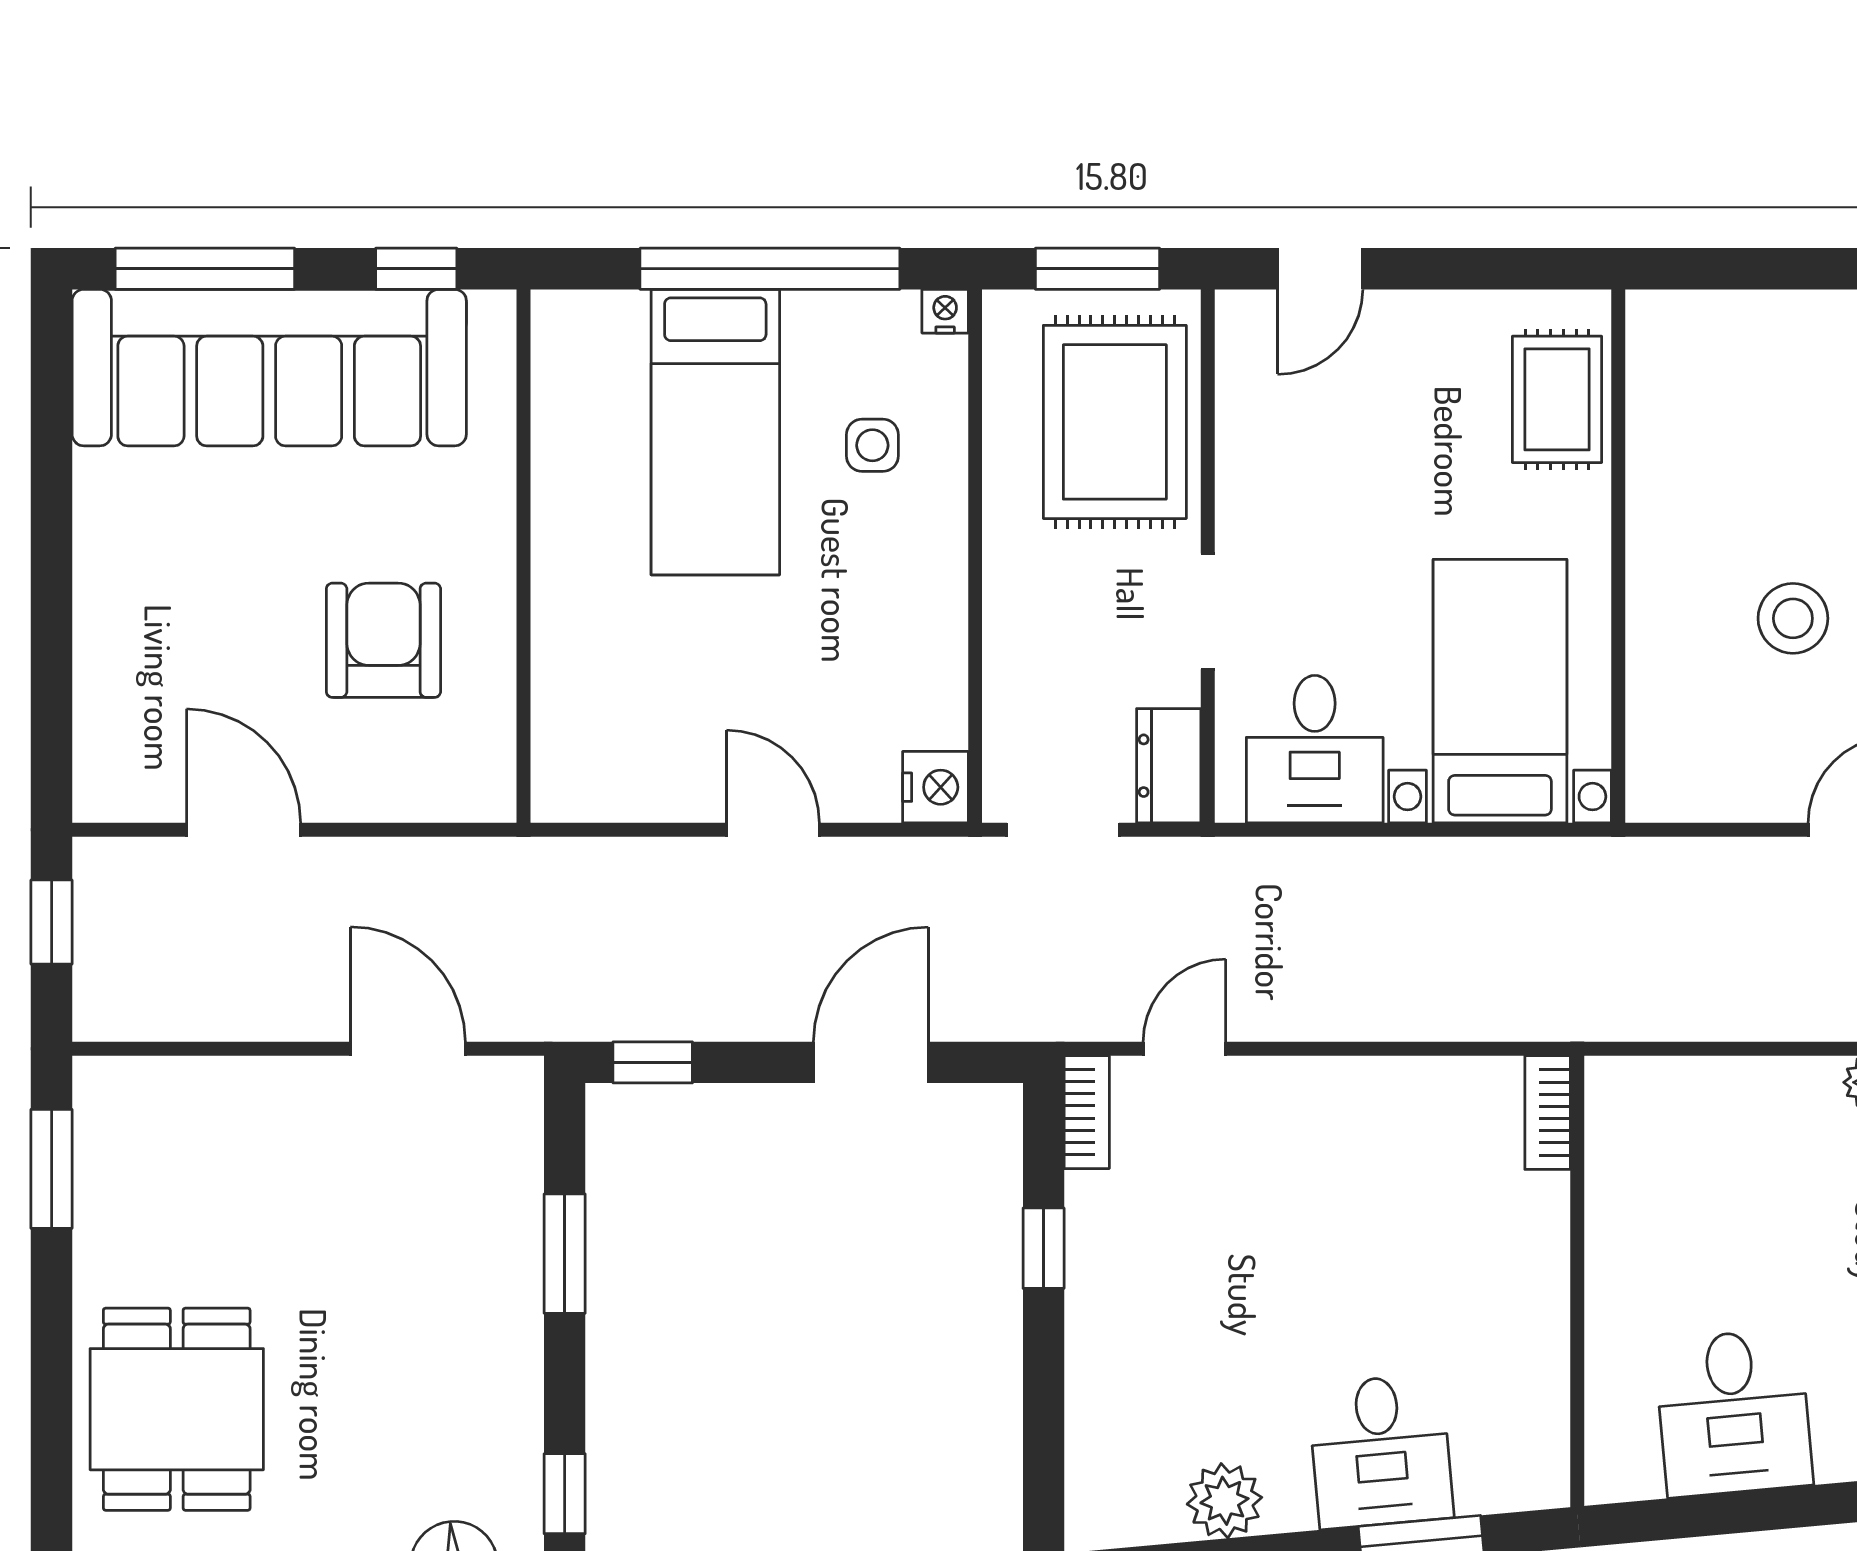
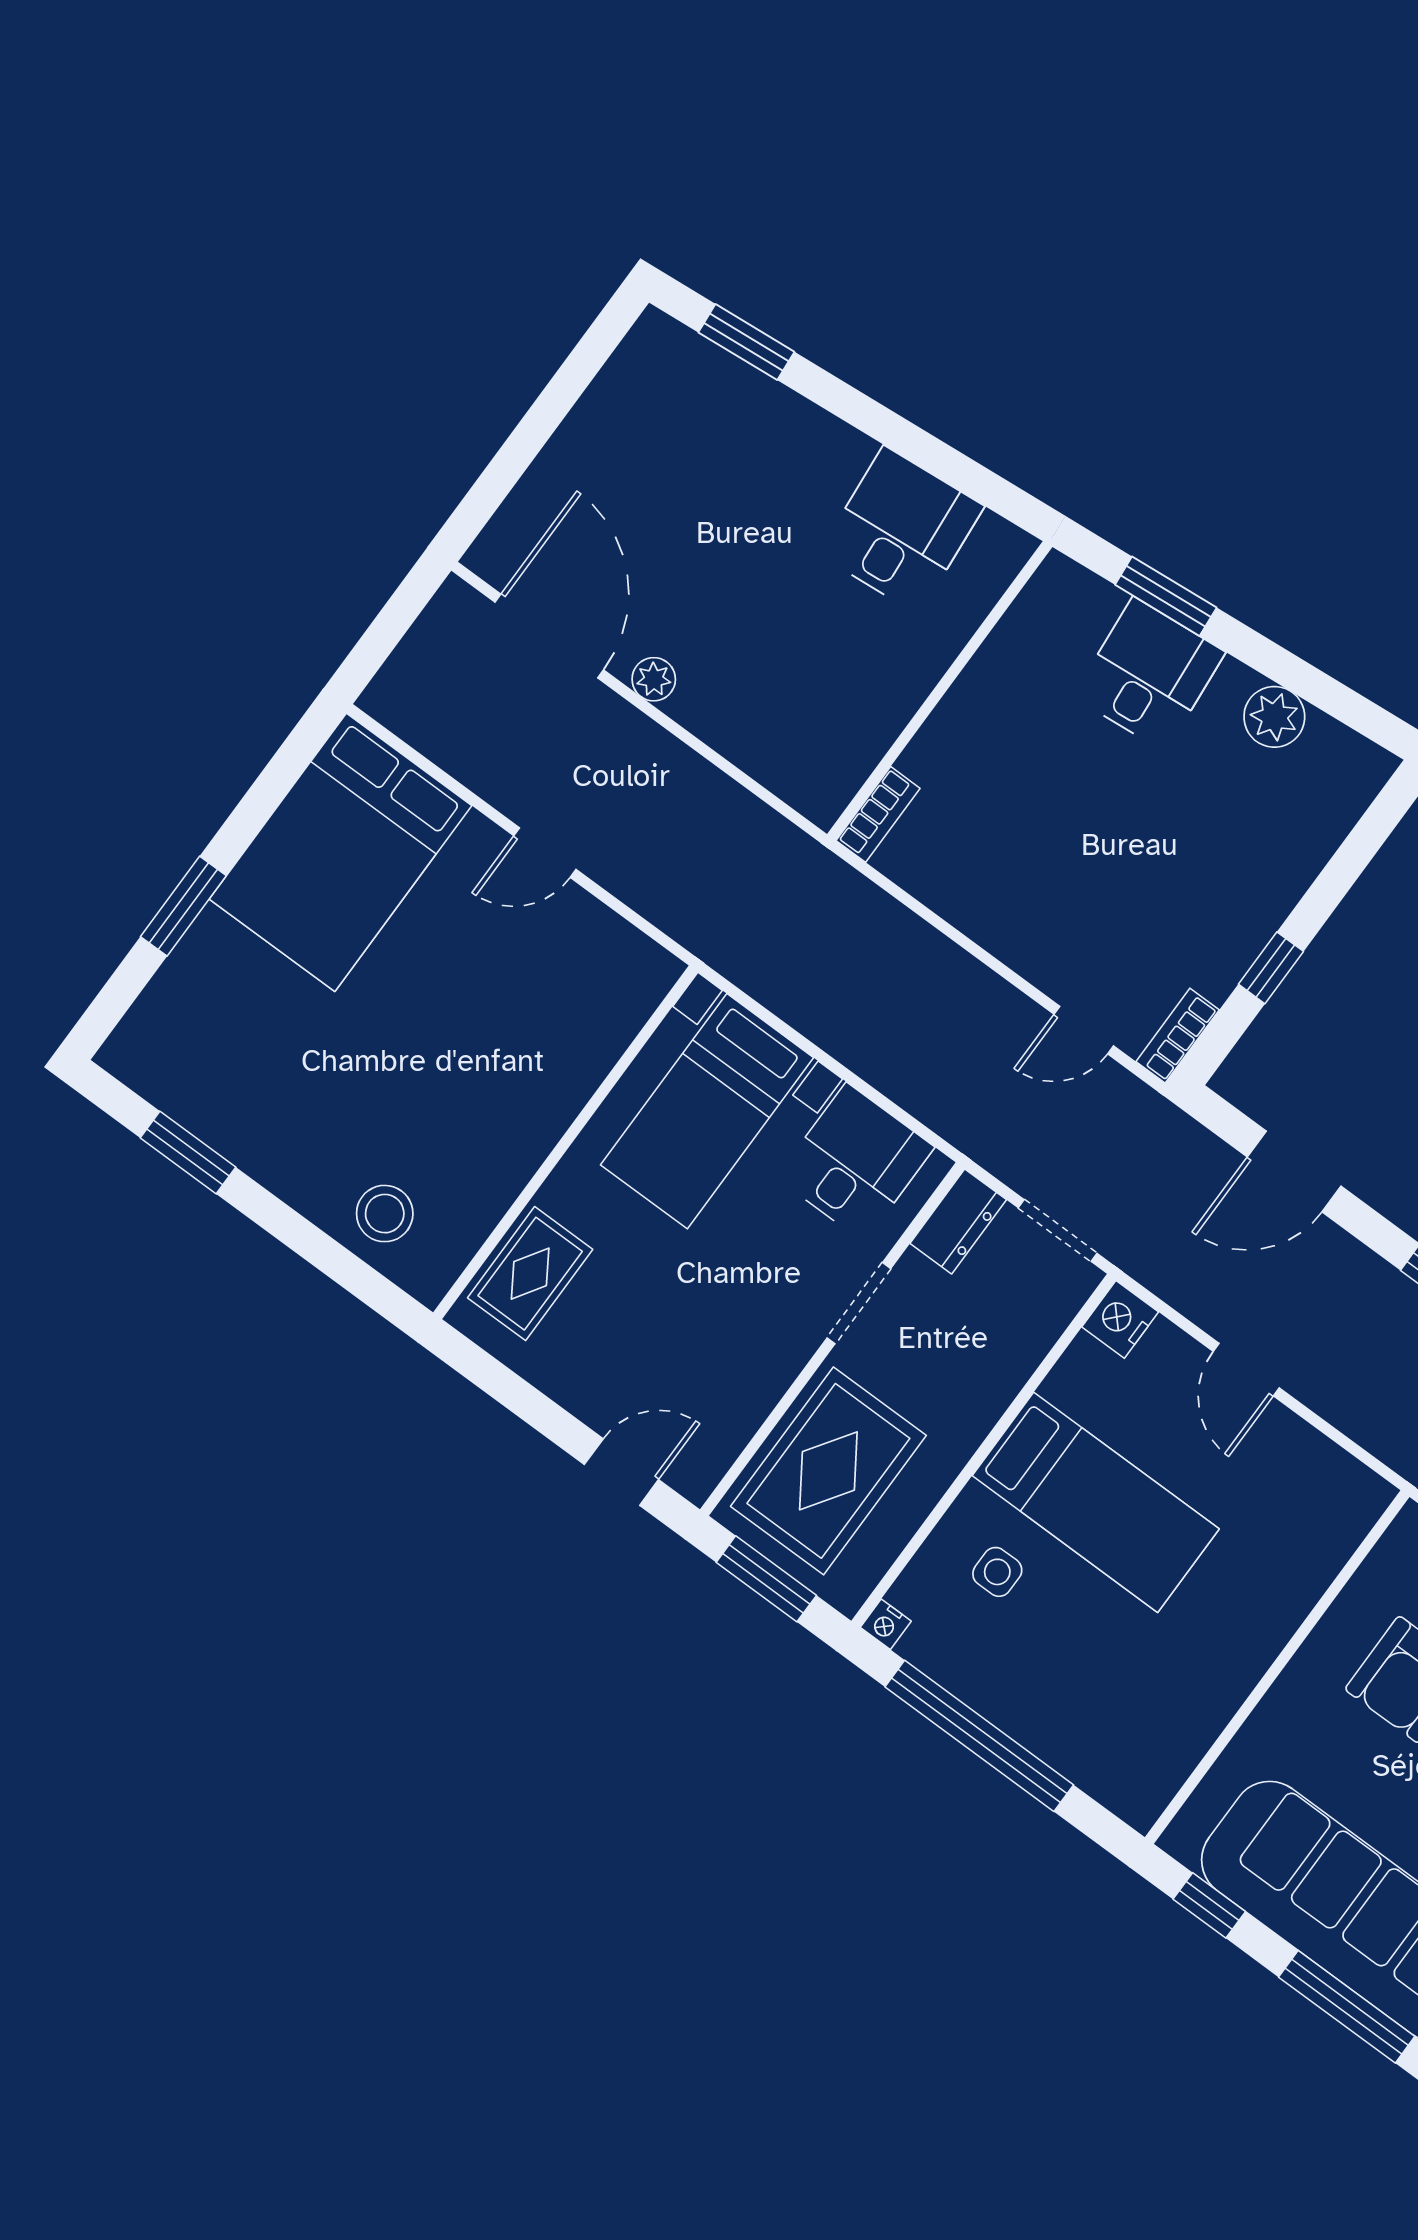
bed: (715, 432) -> (1096, 1502), moved, turned 90
stool: (1793, 618) -> (385, 1214), moved

